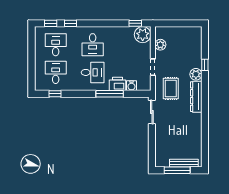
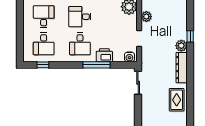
desk: (93, 45) -> (80, 17), turned 90
desk: (56, 72) -> (44, 44), turned 180
desk: (93, 72) -> (80, 44), turned 90
water cooler: (131, 86) -> (129, 57), moved
rug: (171, 89) -> (177, 100), moved

